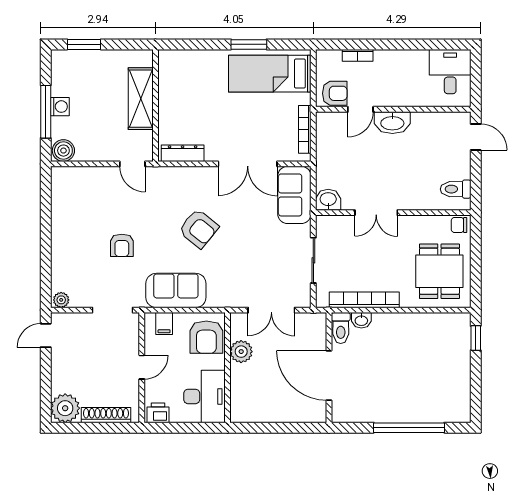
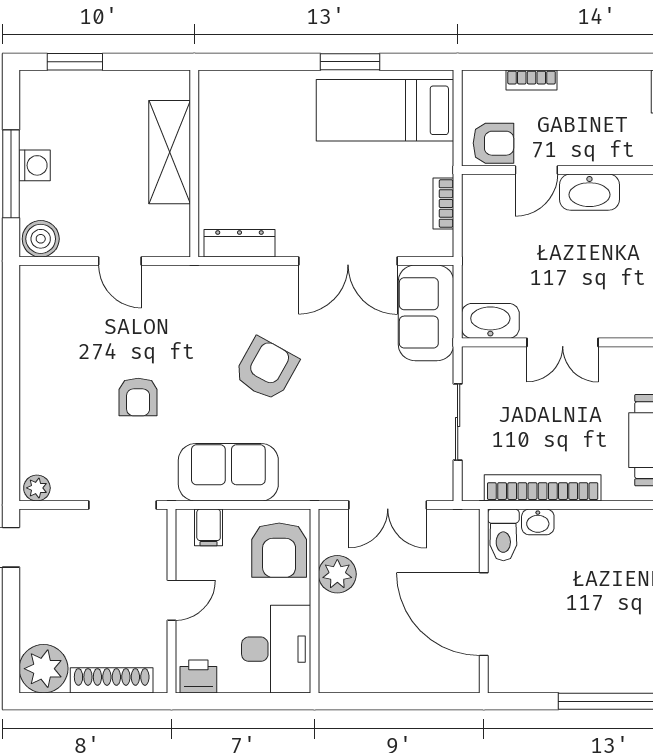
bookcase: (305, 129) -> (443, 203), width x0.64
door: (132, 164) -> (120, 261), moved
washbasin: (328, 200) -> (490, 321), width x1.38
armchair: (199, 229) -> (266, 369), turned -100

